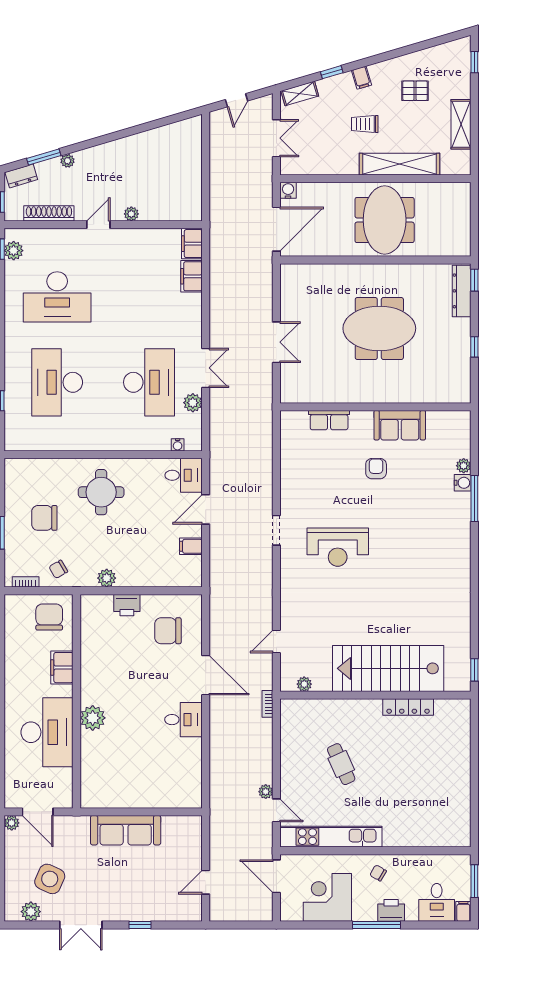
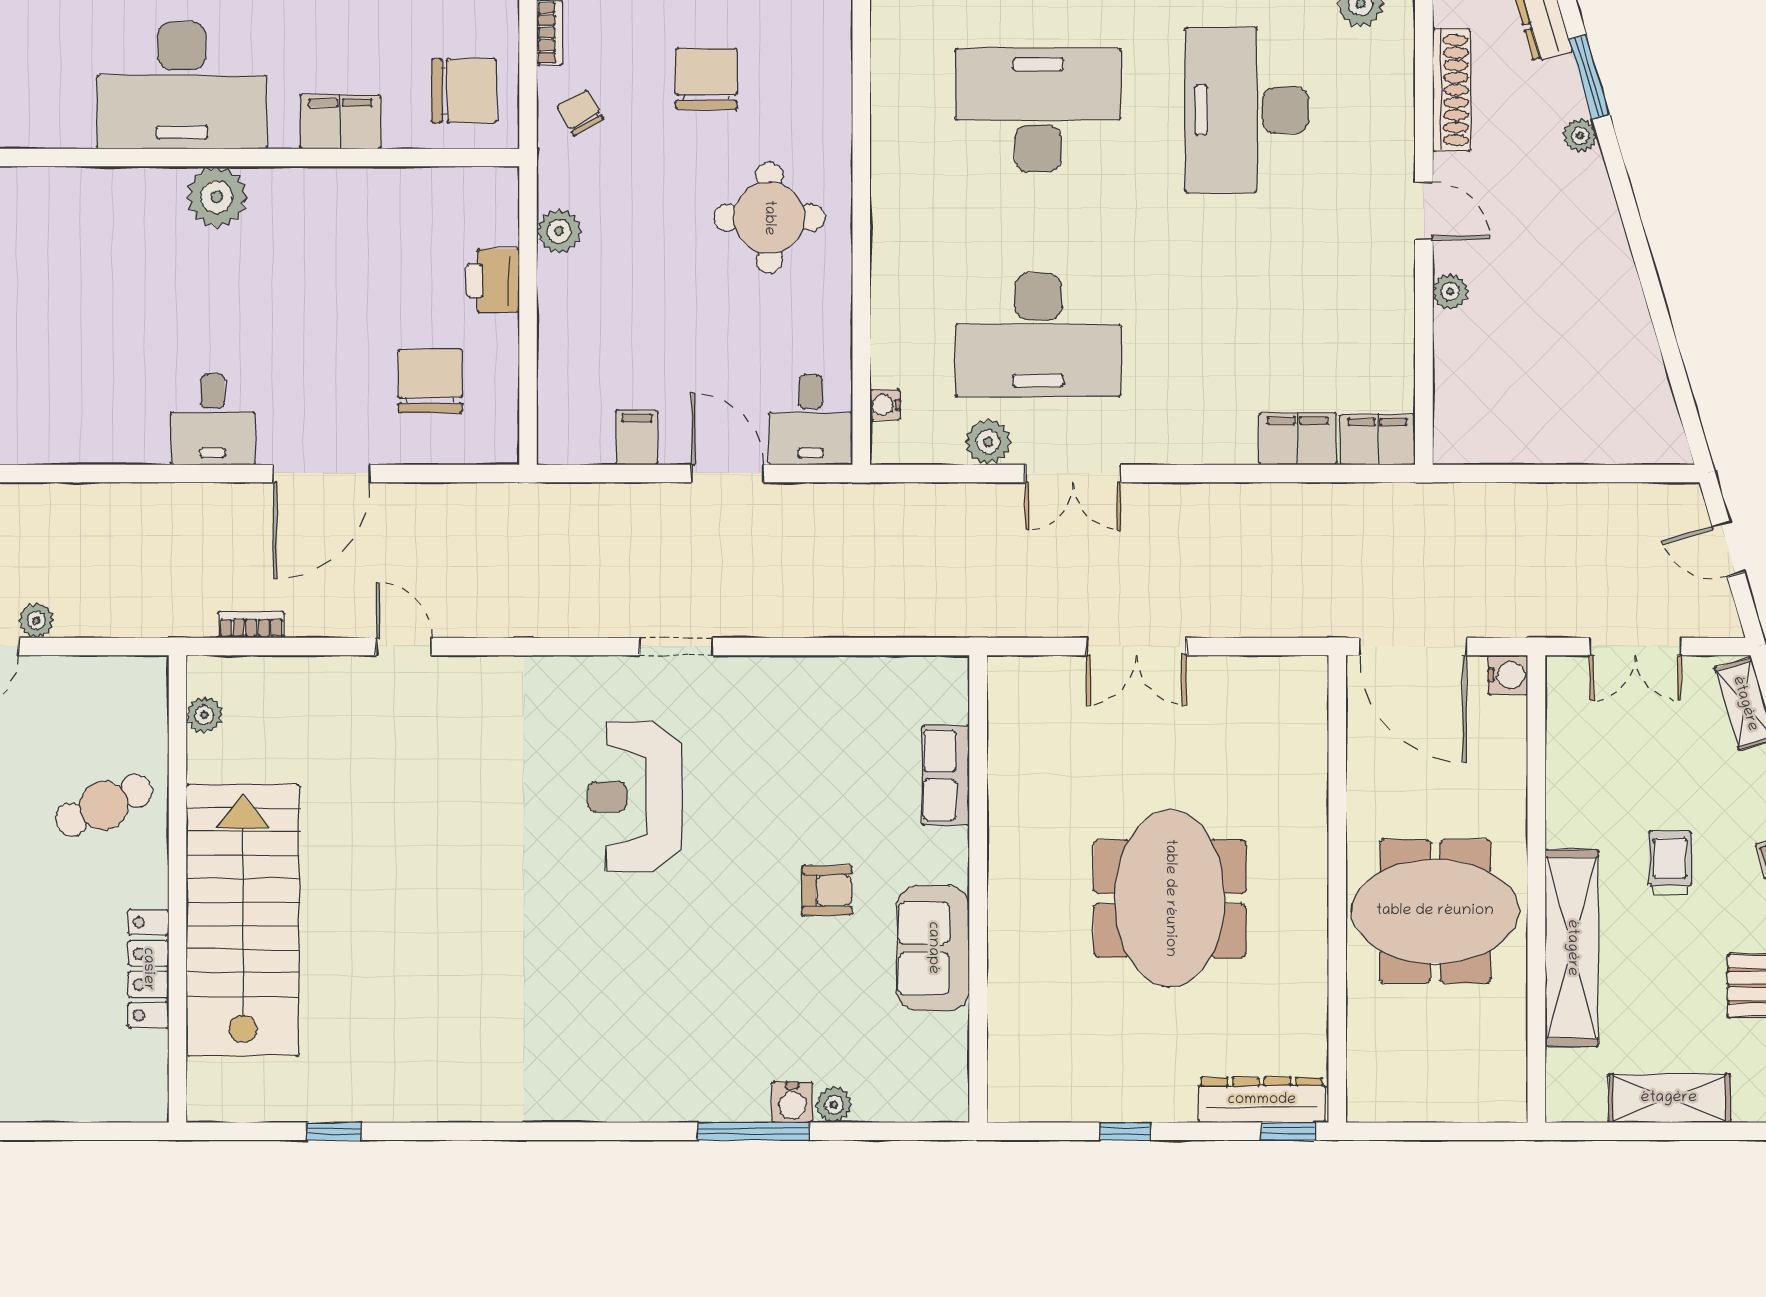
stairs: (388, 668) -> (243, 920), moved
plant: (304, 684) -> (204, 715), moved
wall: (375, 695) -> (178, 889), moved
locker: (408, 707) -> (148, 969), moved

